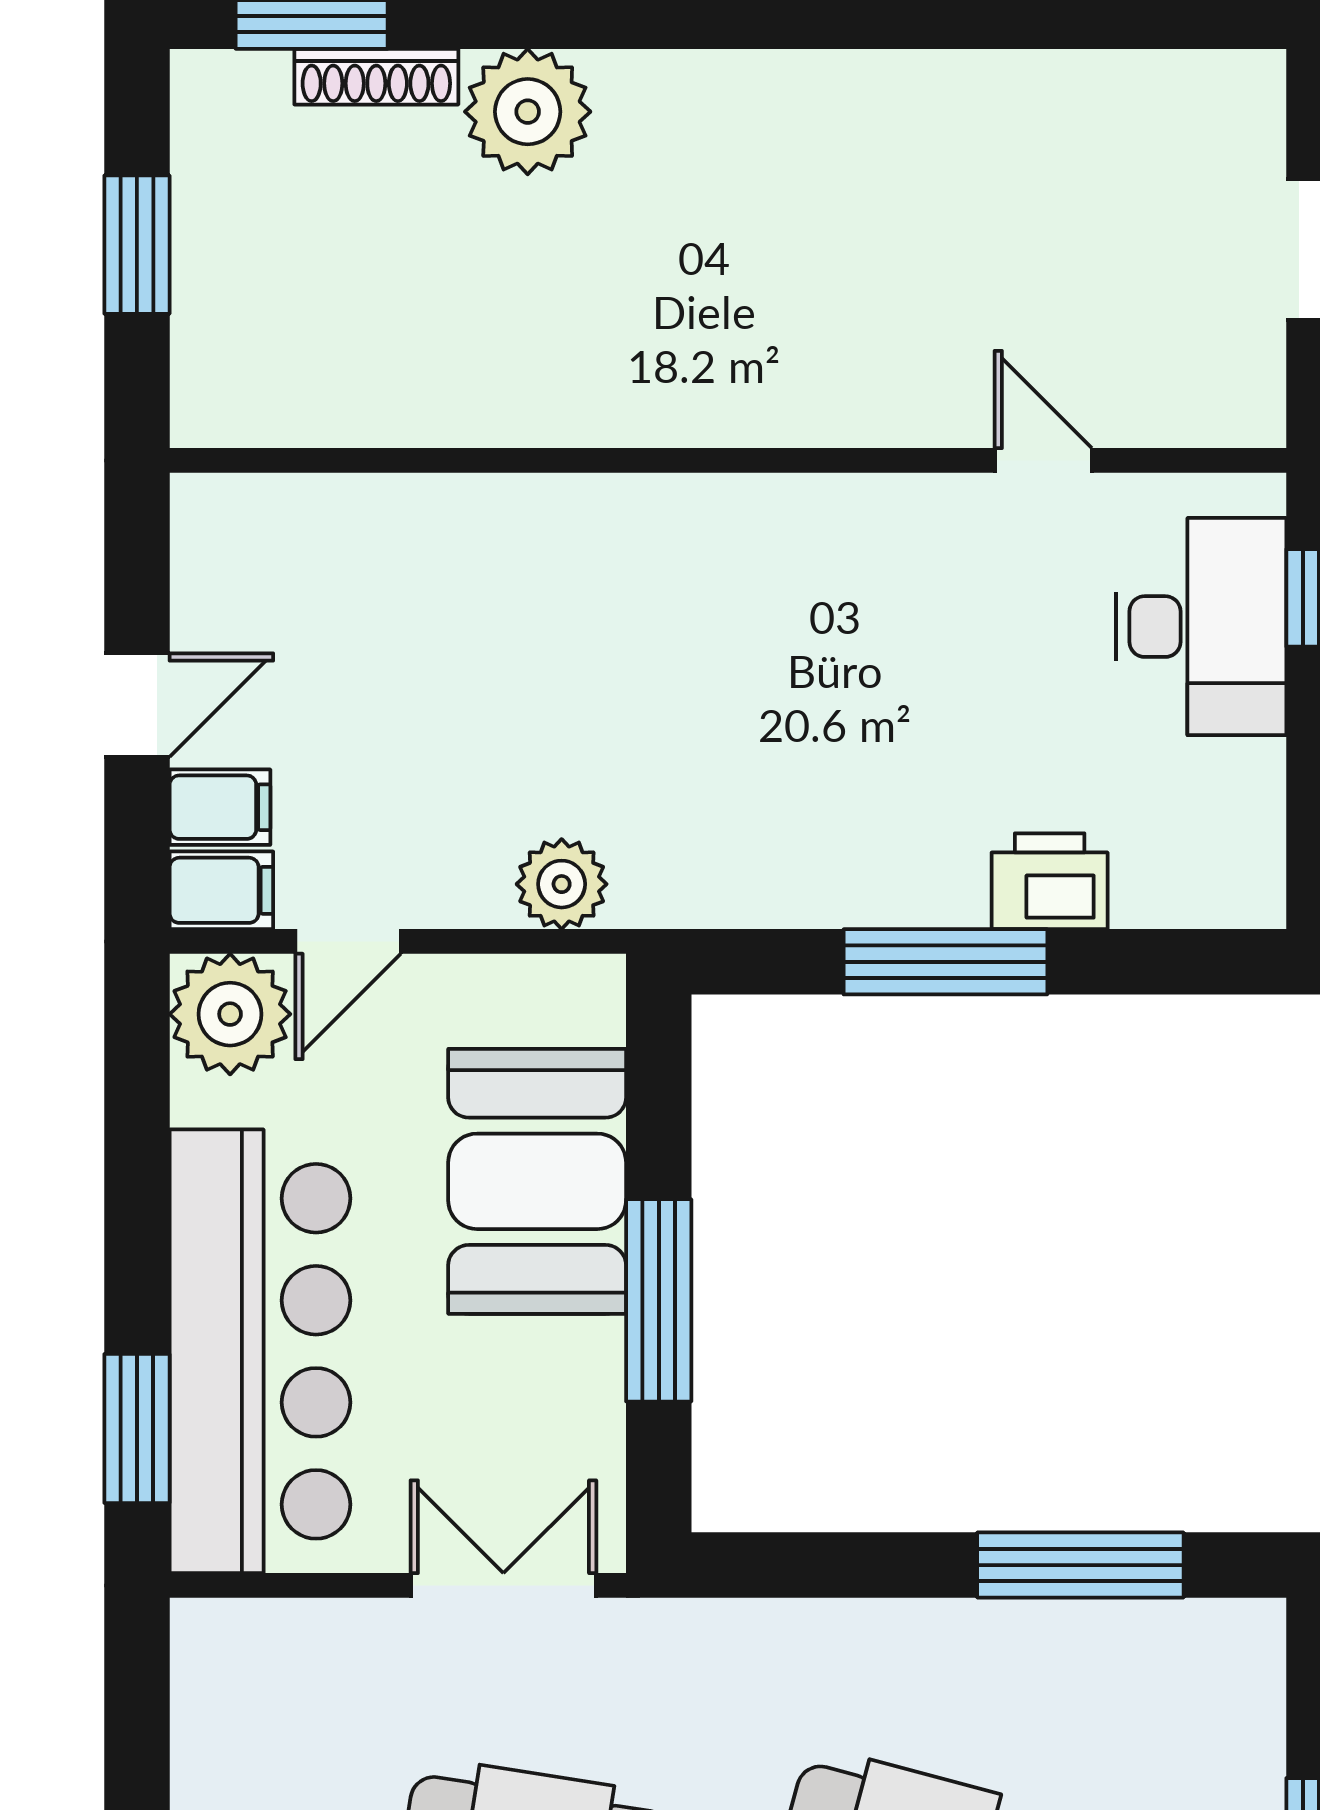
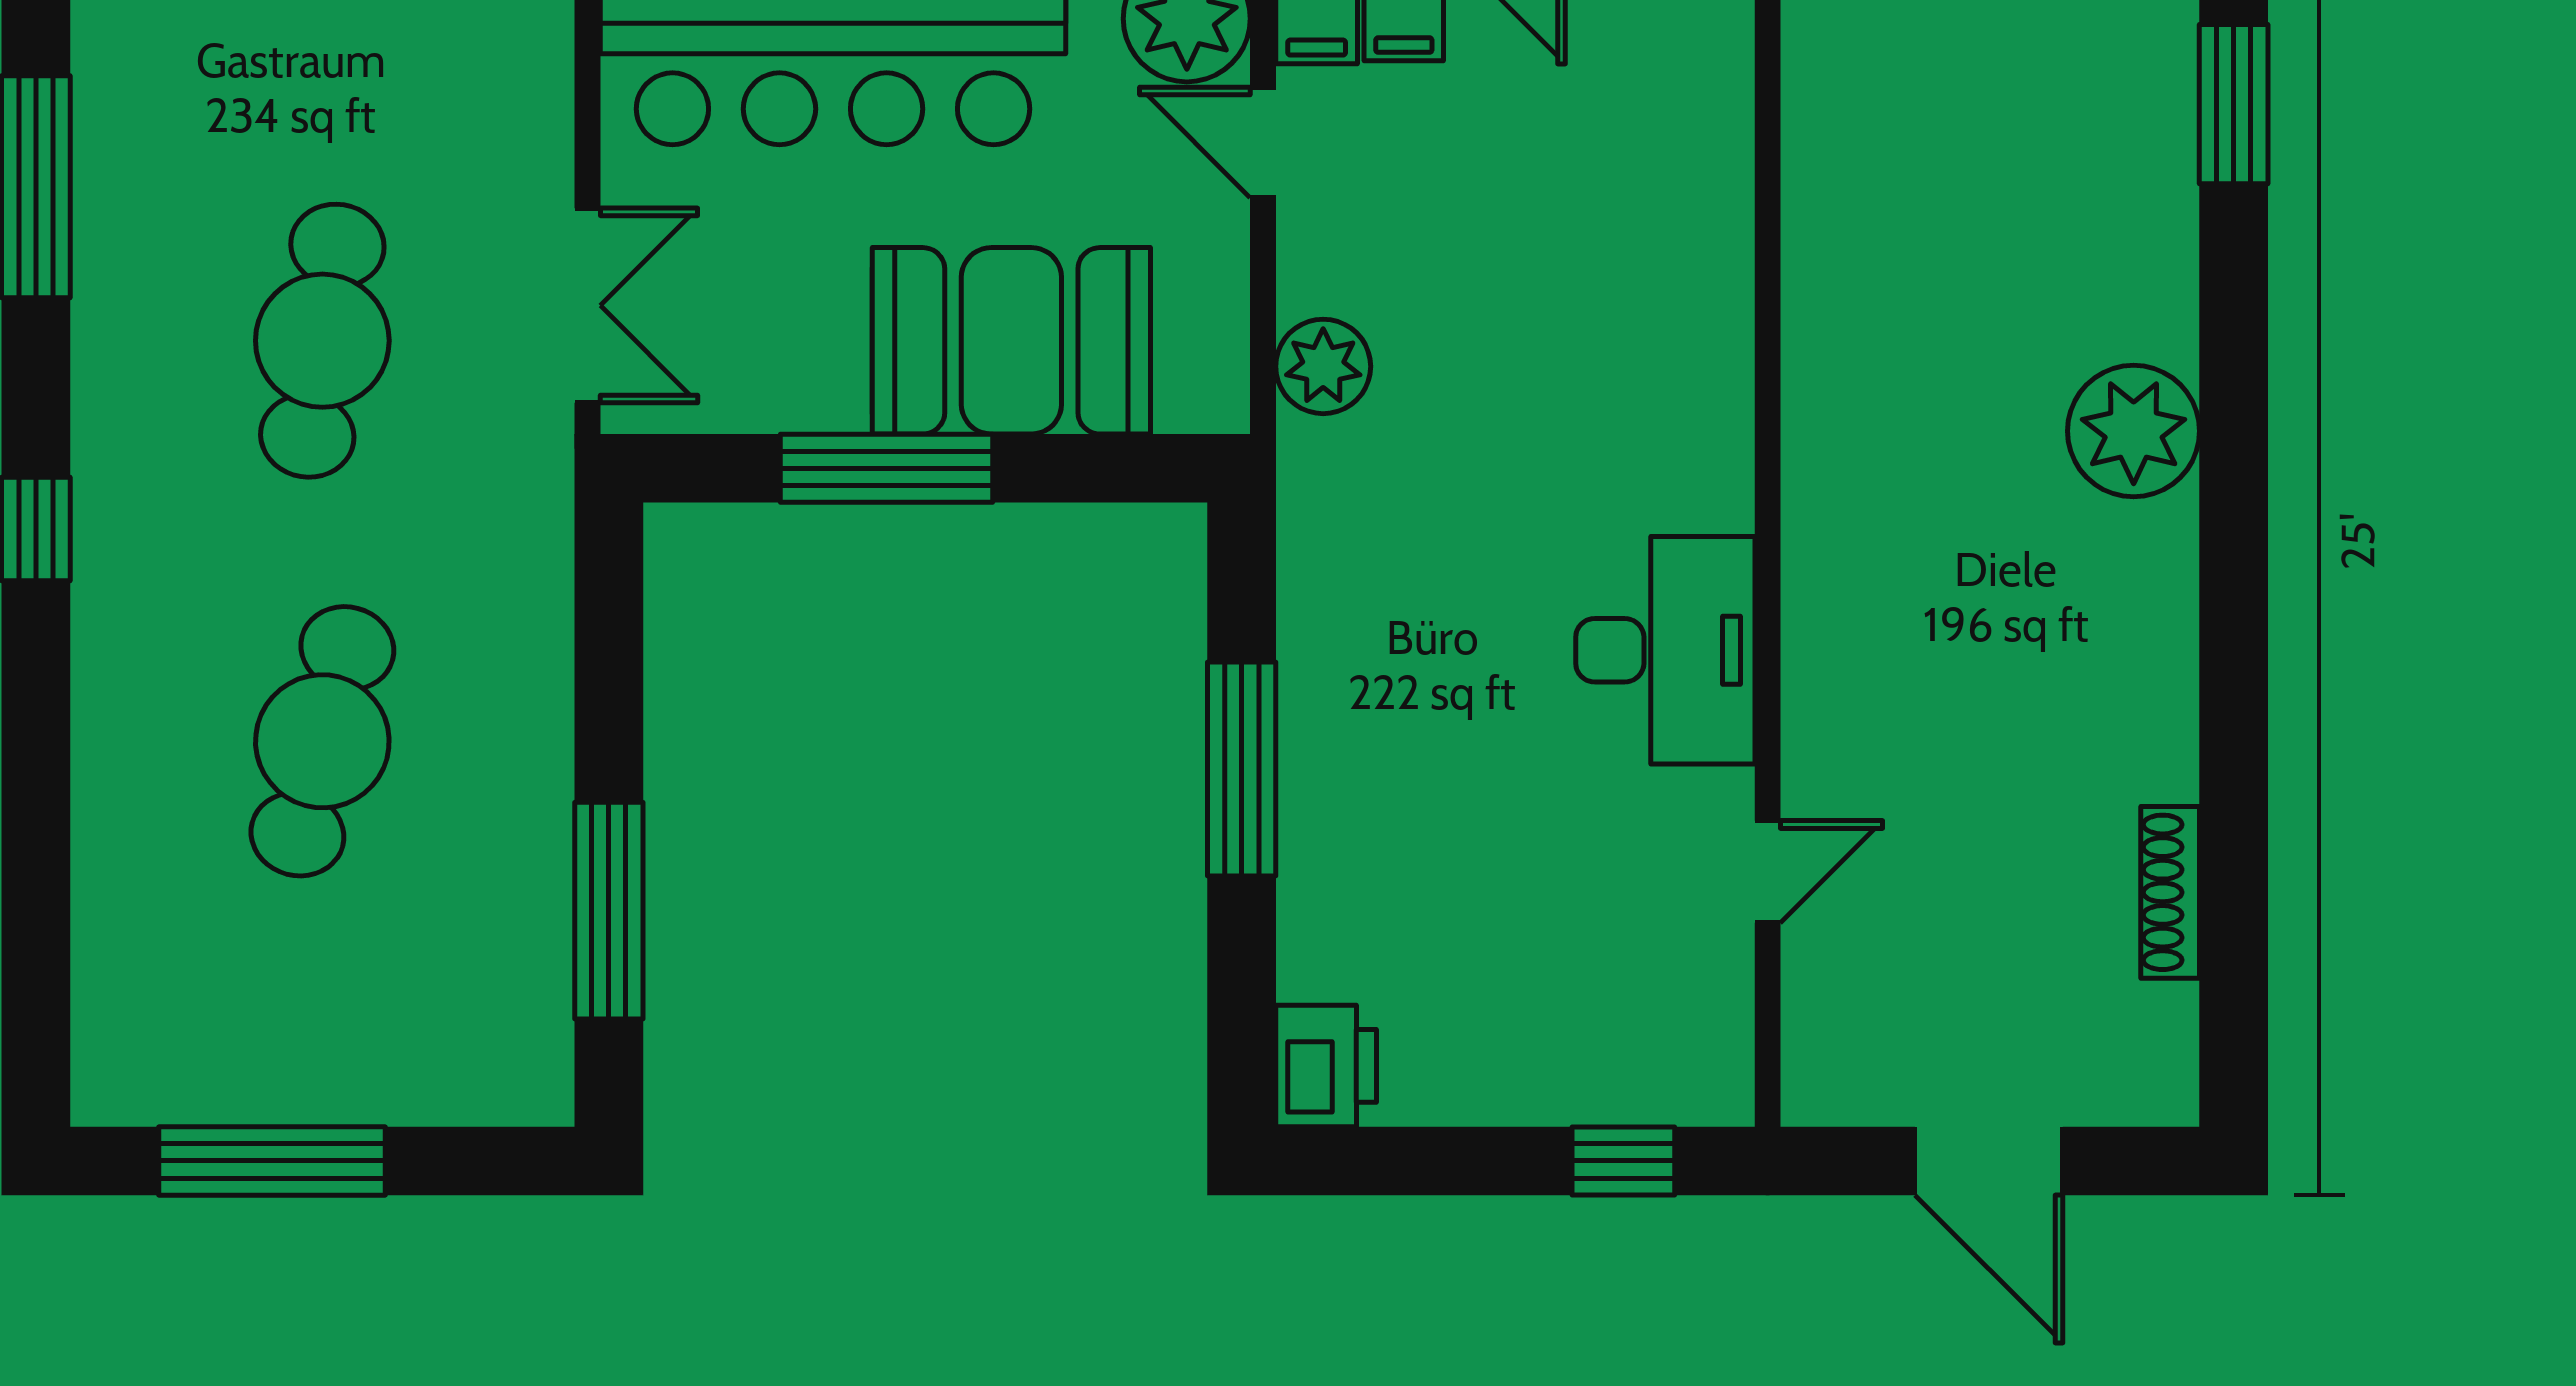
shoe rack: (376, 77) -> (2170, 892), moved
plant: (528, 112) -> (2134, 431), moved
desk: (1201, 627) -> (1665, 650), moved, turned -90
printer: (1050, 881) -> (1326, 1066), moved

